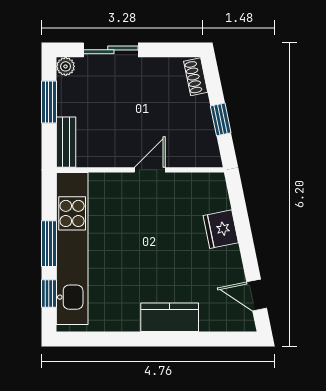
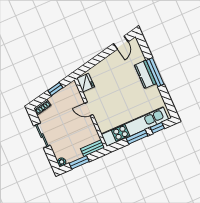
sliding door: (111, 50) -> (42, 136), moved
fridge: (221, 229) -> (86, 83), moved, turned -78
window: (165, 339) -> (155, 72), added

